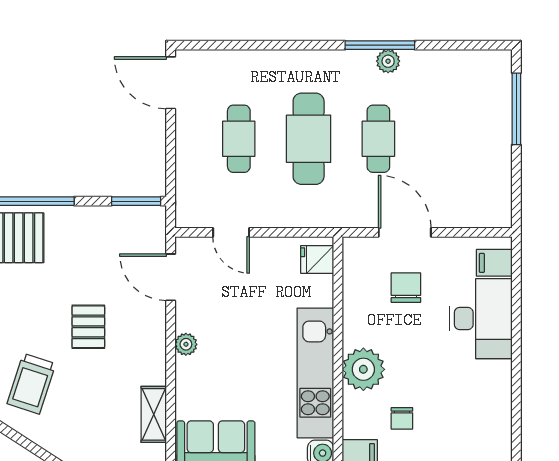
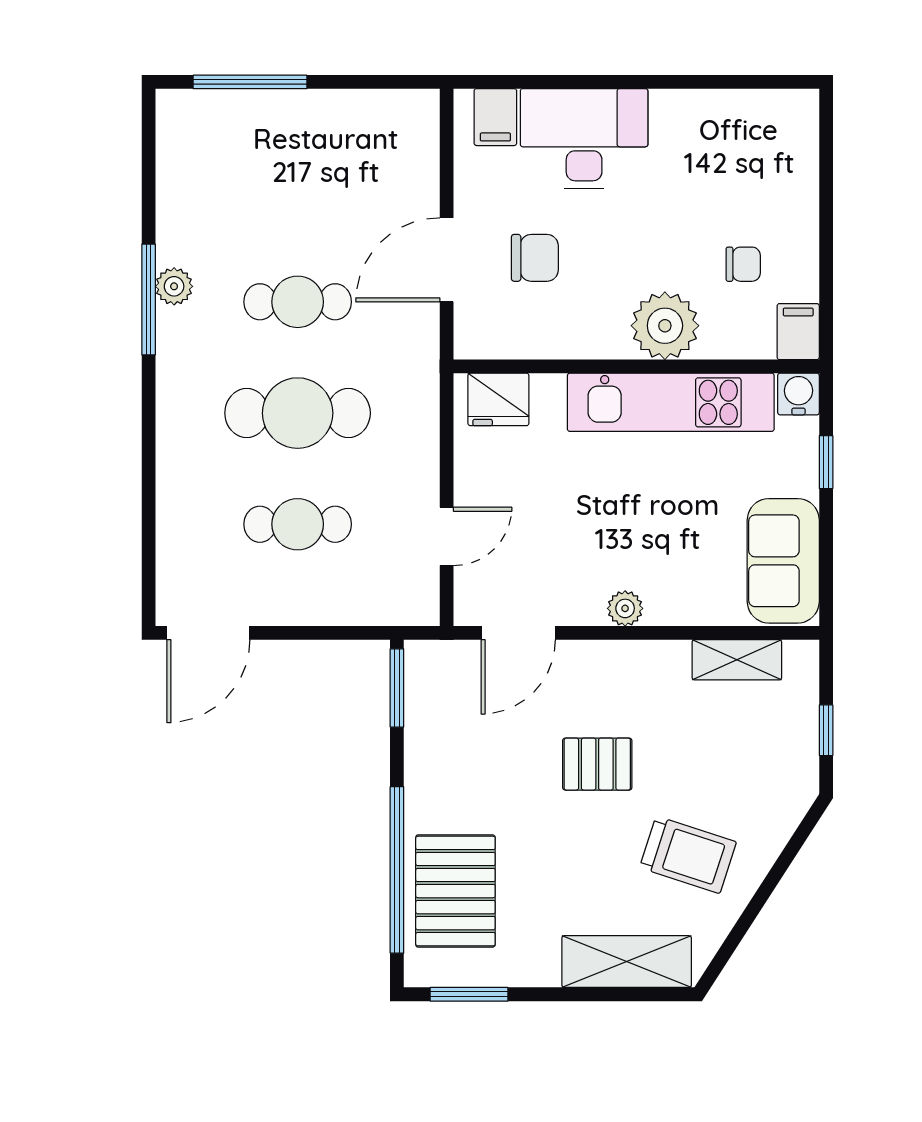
fridge: (317, 259) -> (498, 399), width x1.38
chair: (406, 288) -> (535, 258), turned 180

